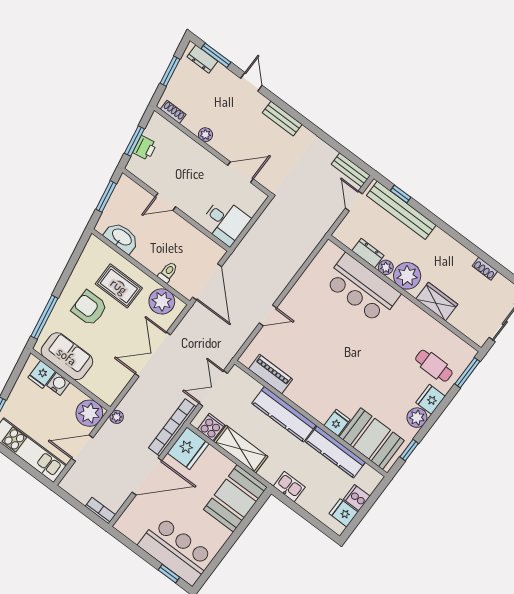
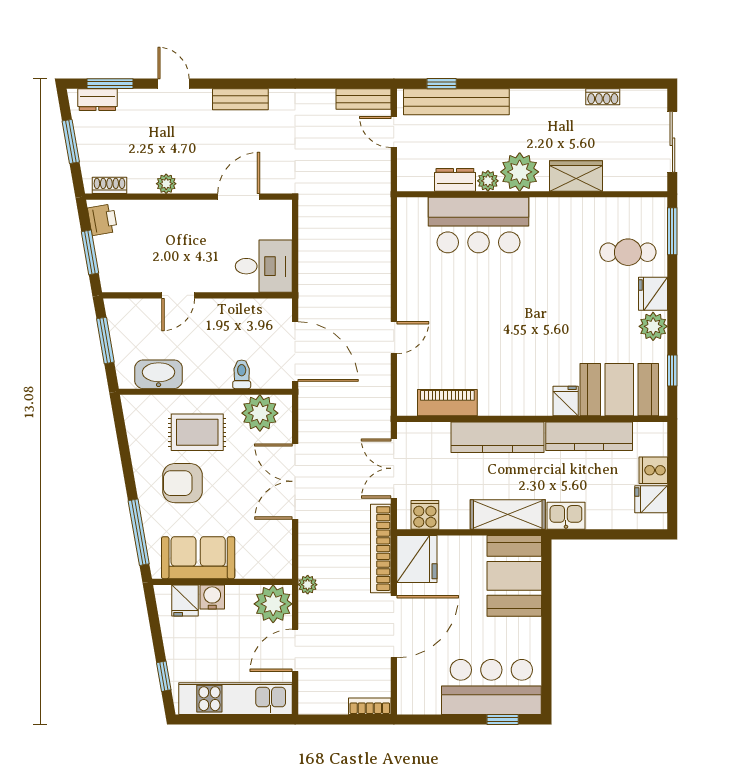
printer: (145, 148) -> (102, 220), moved
shelving: (241, 449) -> (508, 514), moved

